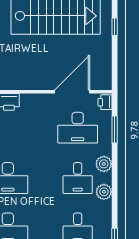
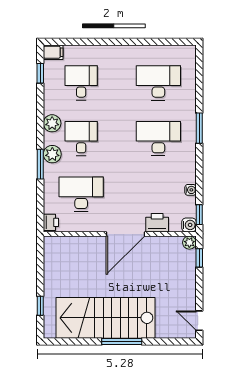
door: (72, 92) -> (126, 234), moved
window: (115, 129) -> (40, 164), moved

